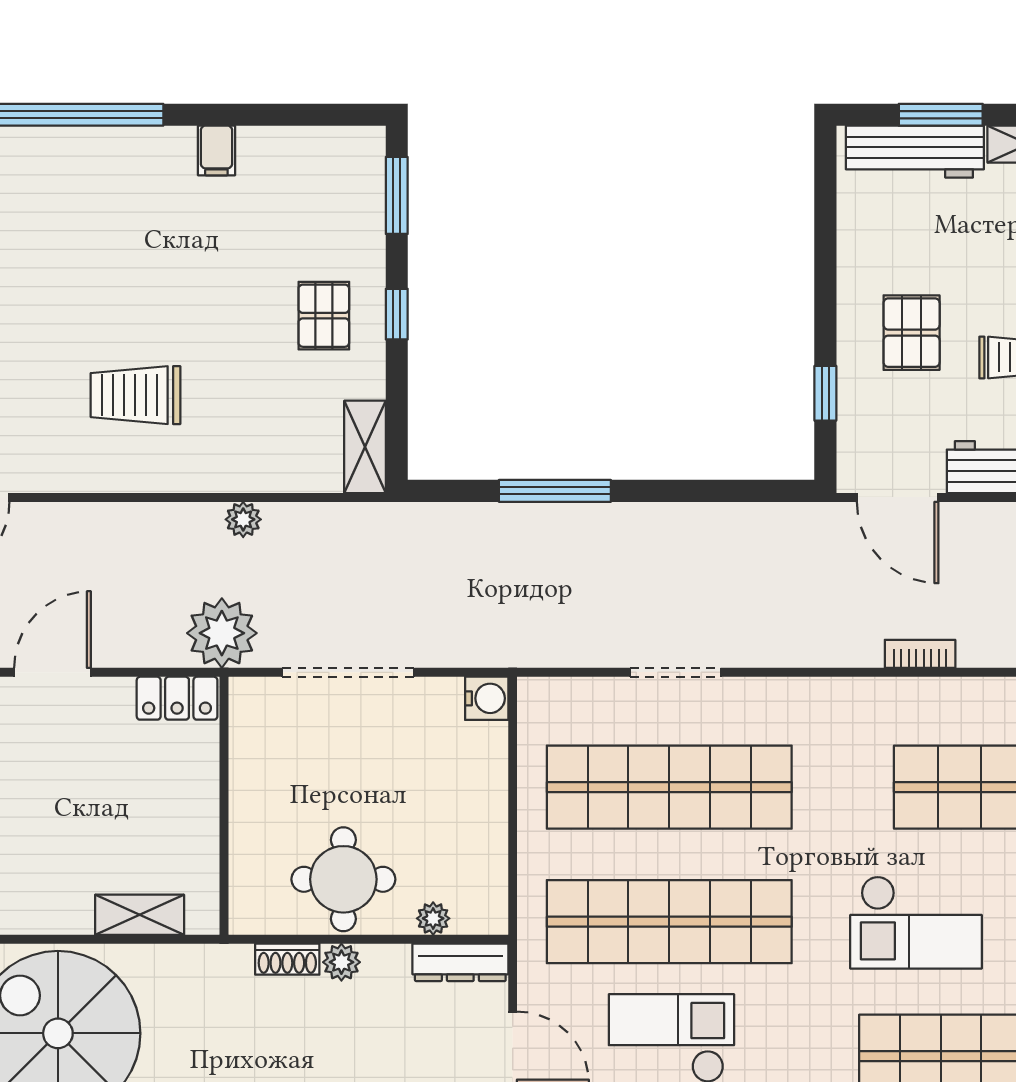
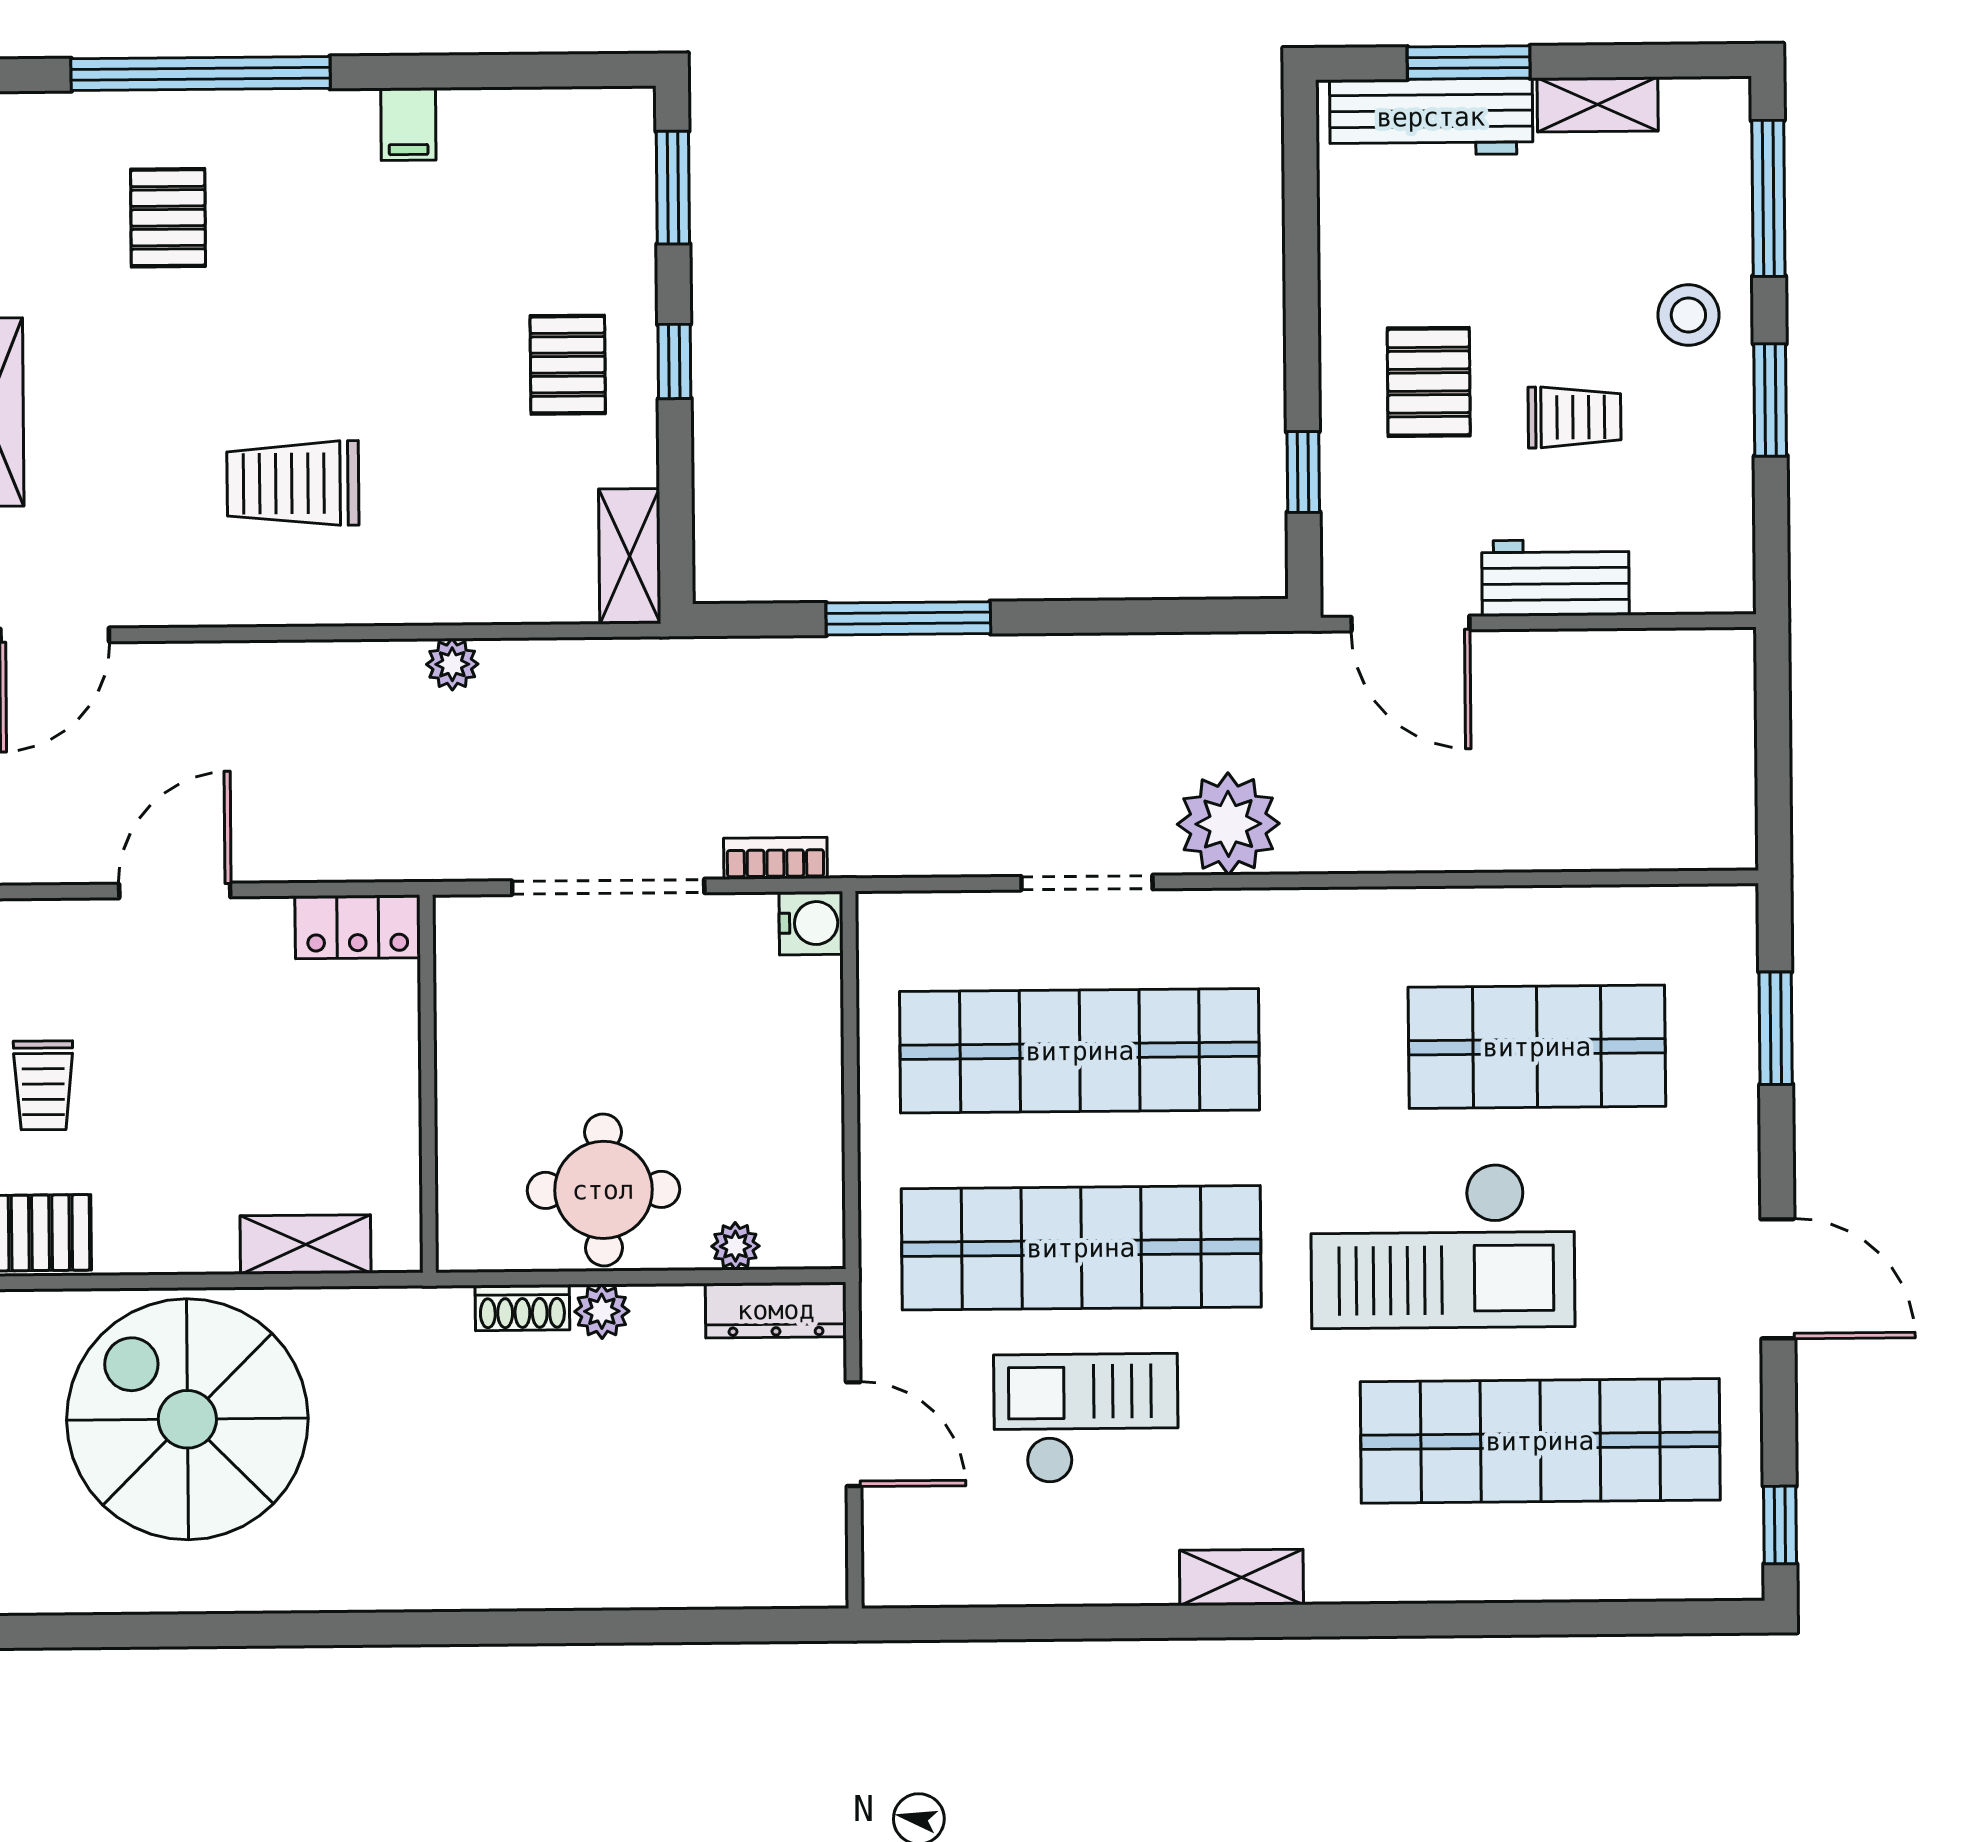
pallet: (52, 213) -> (168, 218), added
plant: (222, 633) -> (1228, 824), moved
bookcase: (920, 654) -> (775, 858), moved
checkout: (916, 922) -> (1443, 1246), width x1.36, depth x1.21

